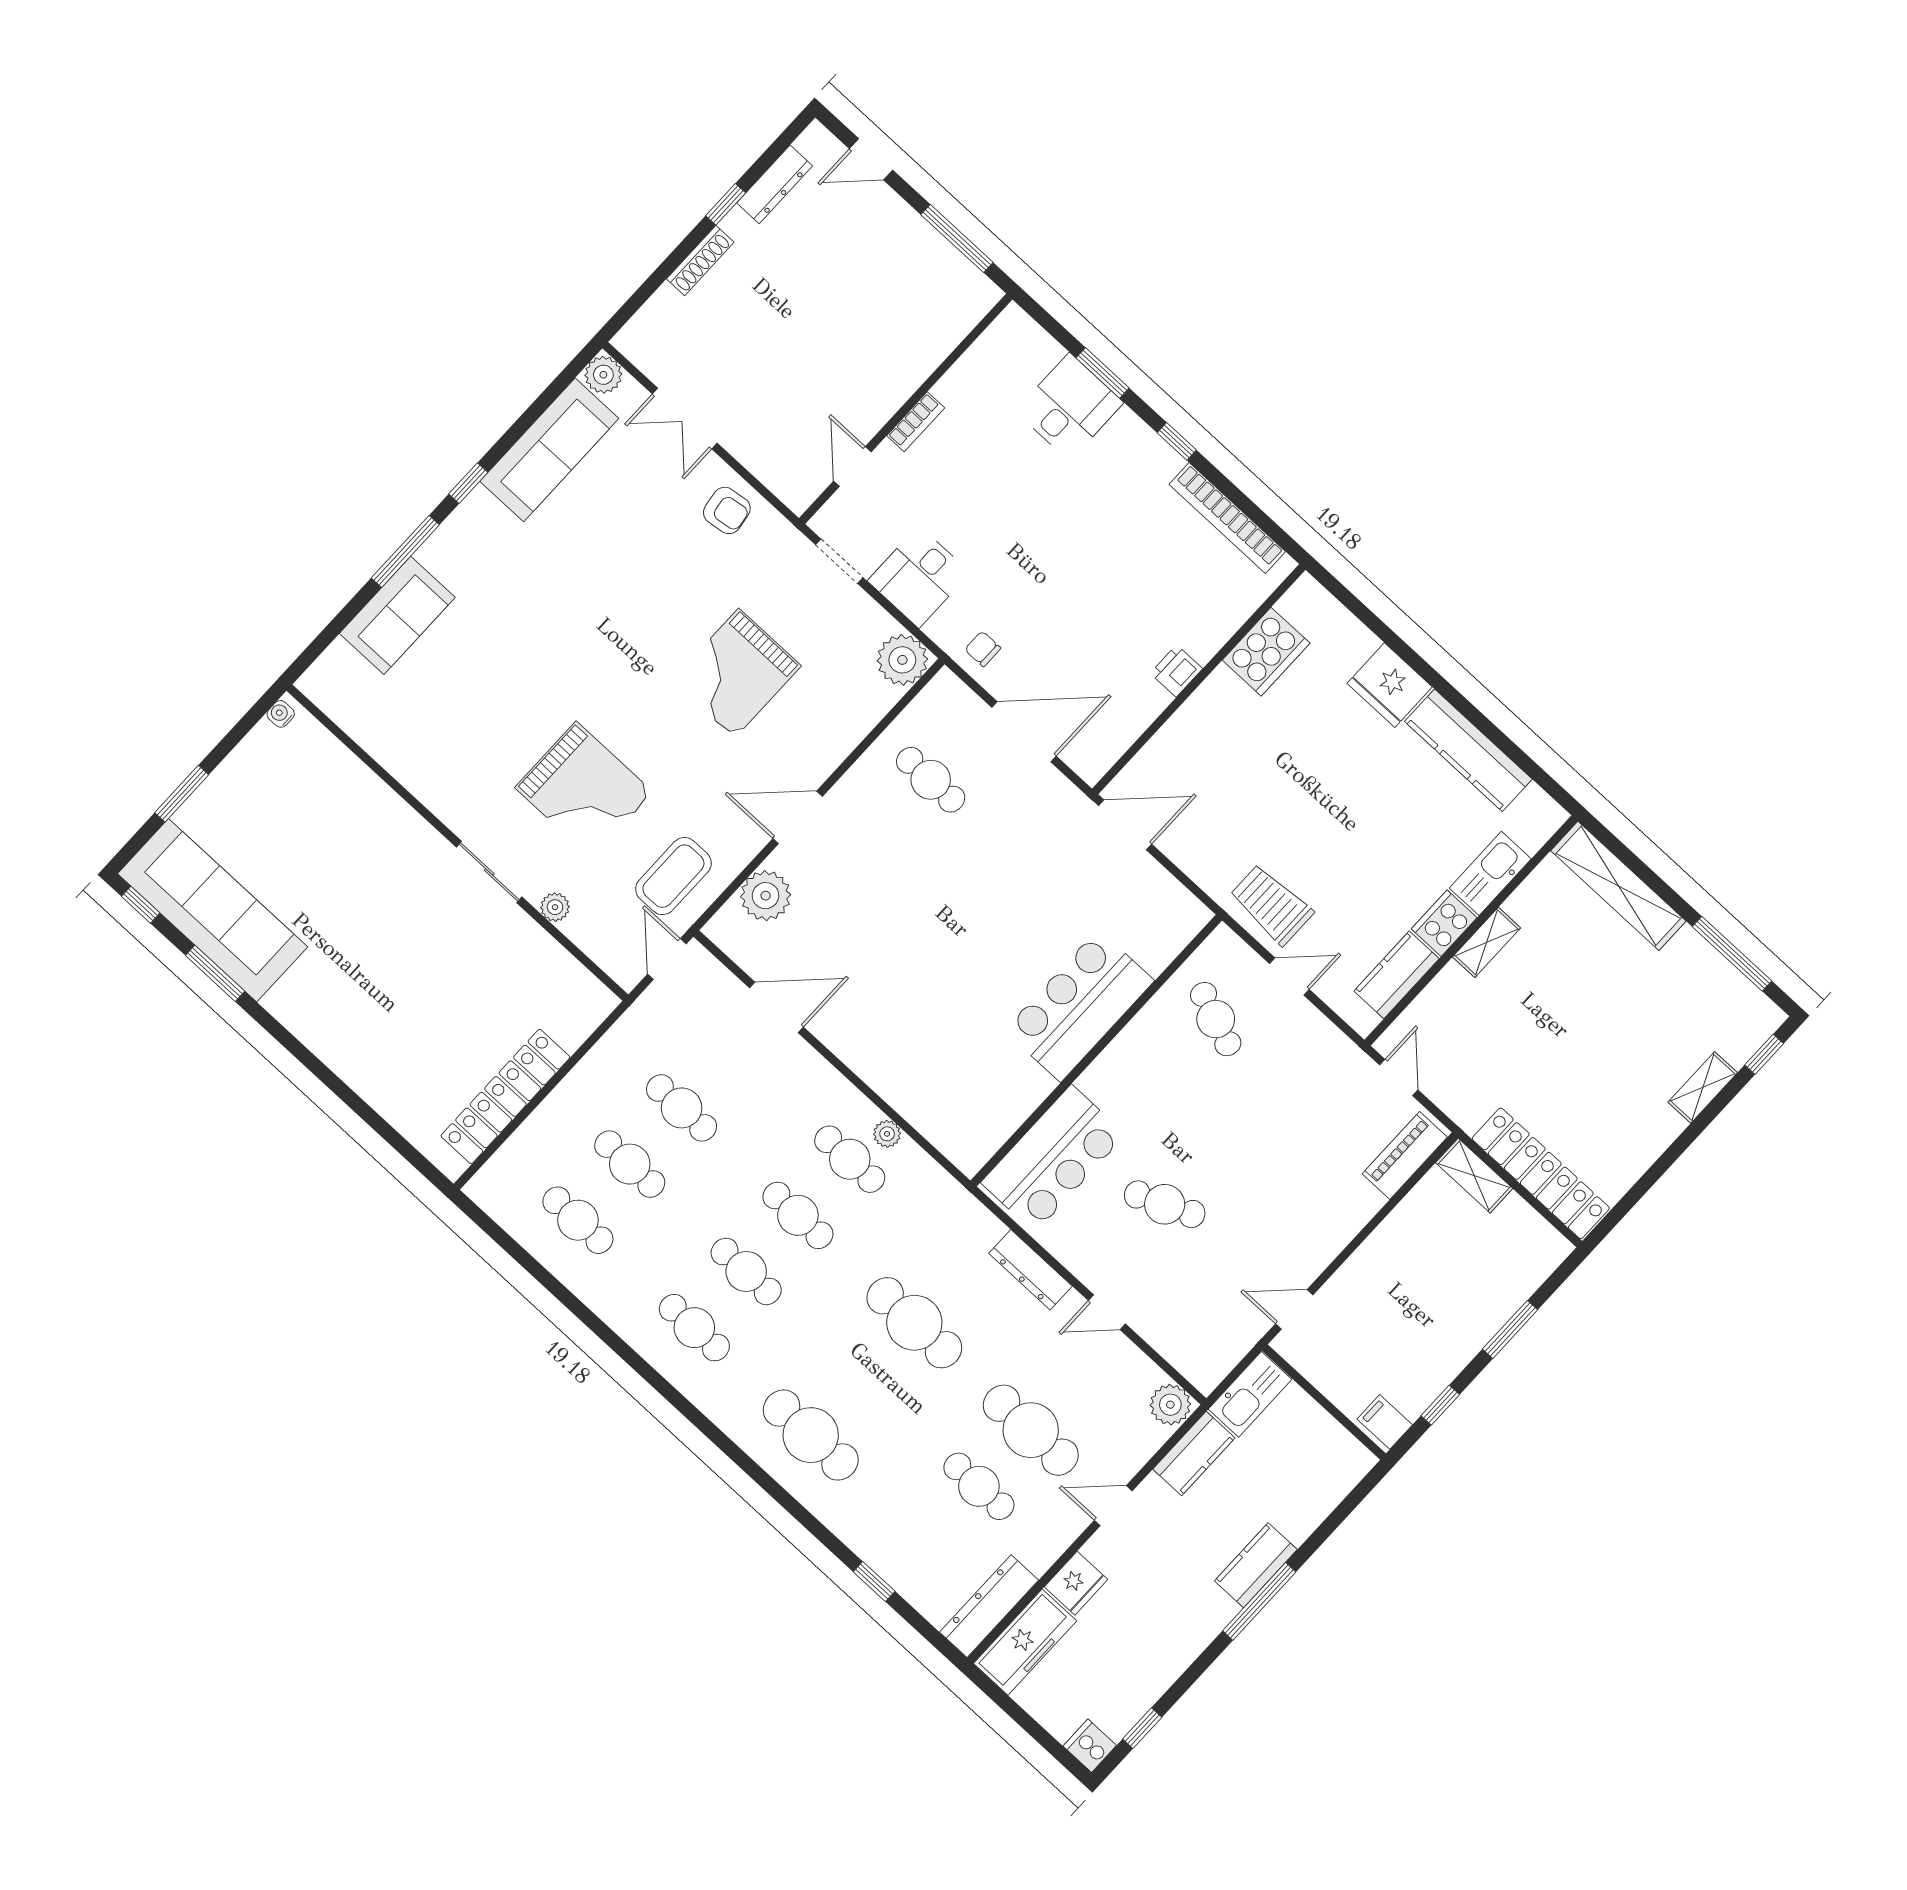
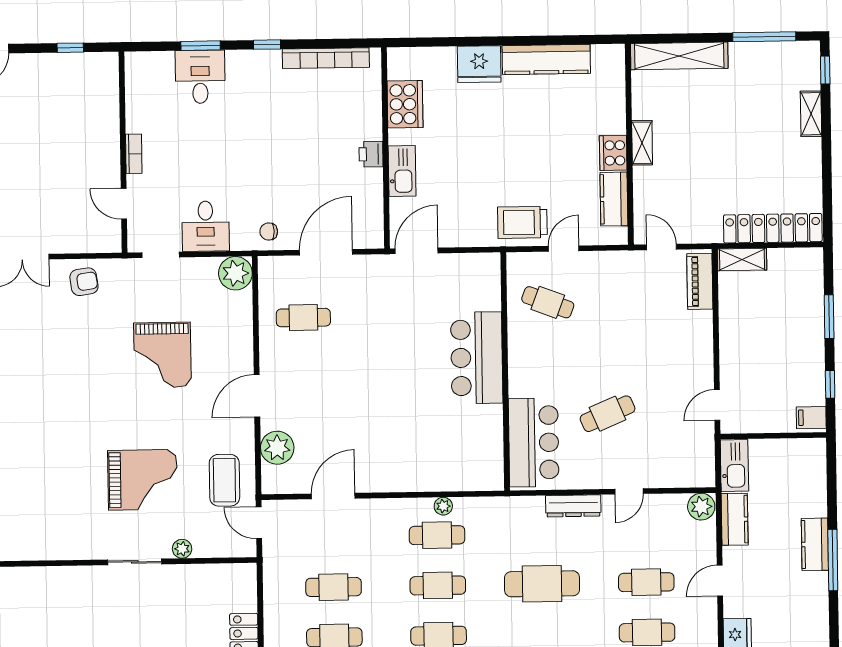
window: (957, 239) -> (70, 48), width x0.46
kitchen sink: (1490, 873) -> (402, 171), moved, turned 180
cafe table: (1031, 1430) -> (646, 582), width x0.73, depth x0.74

